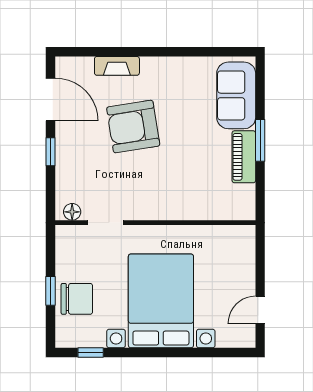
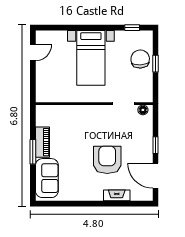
armchair: (133, 127) -> (107, 160), turned -81
chair: (77, 299) -> (140, 59), turned 87
bed with nightstands: (161, 301) -> (91, 58), width x0.73

